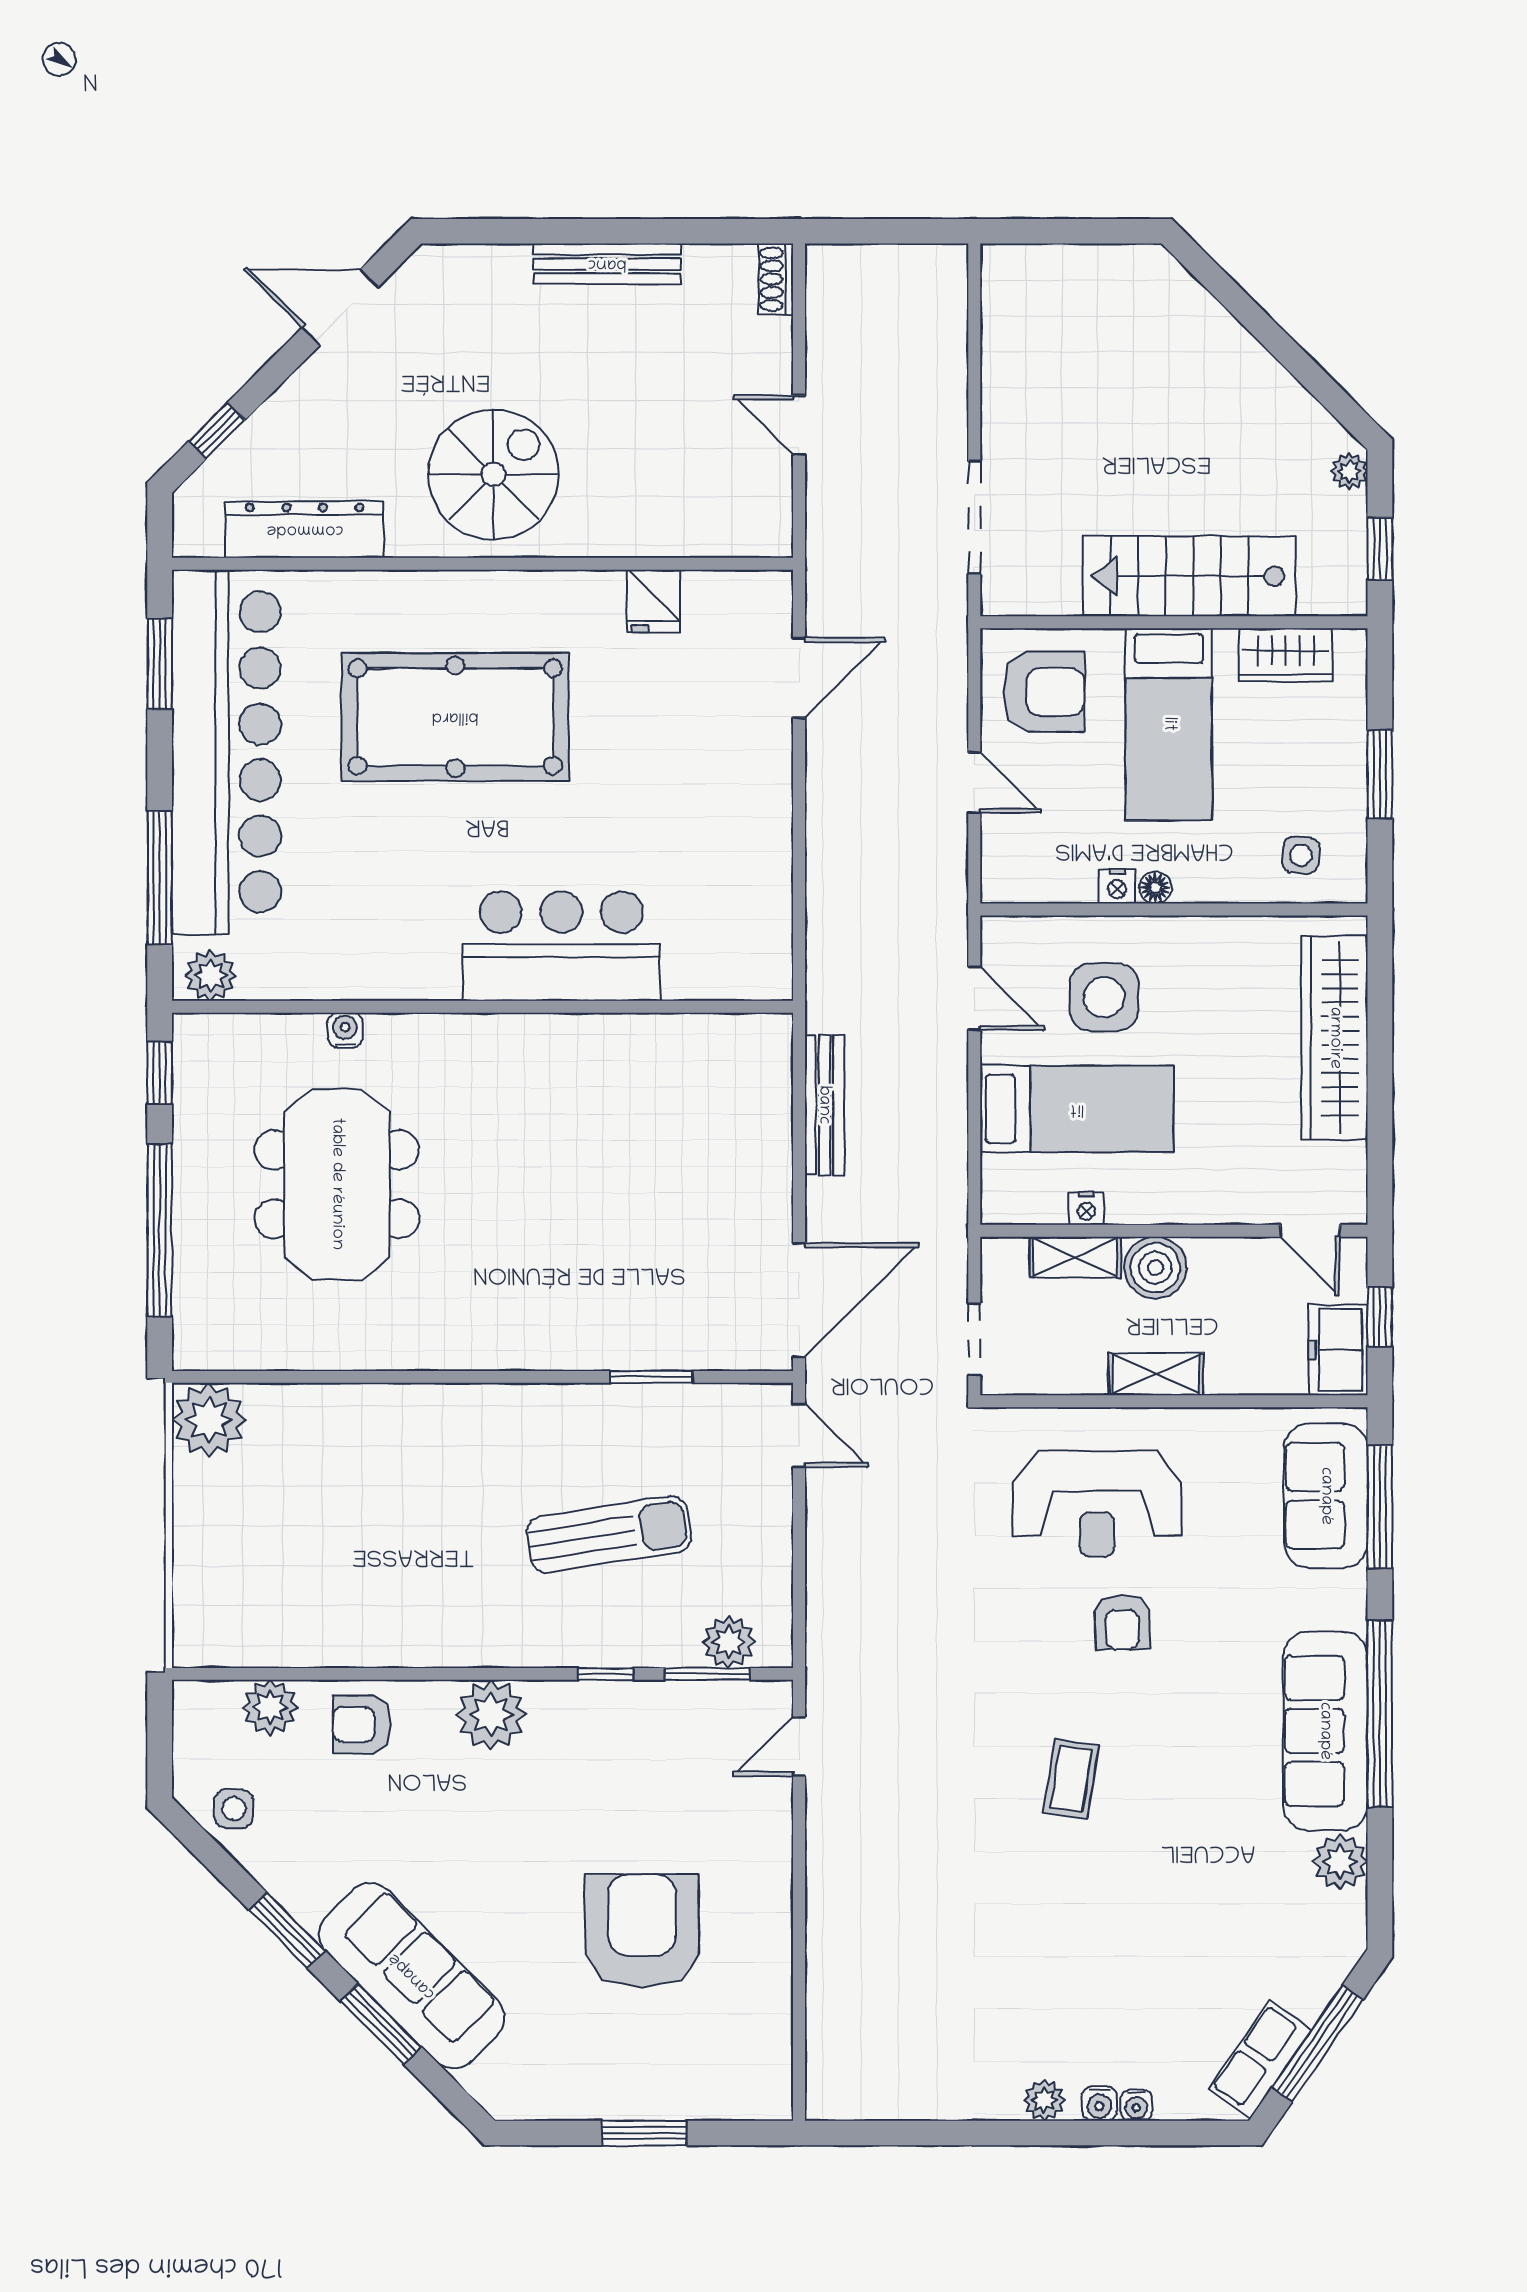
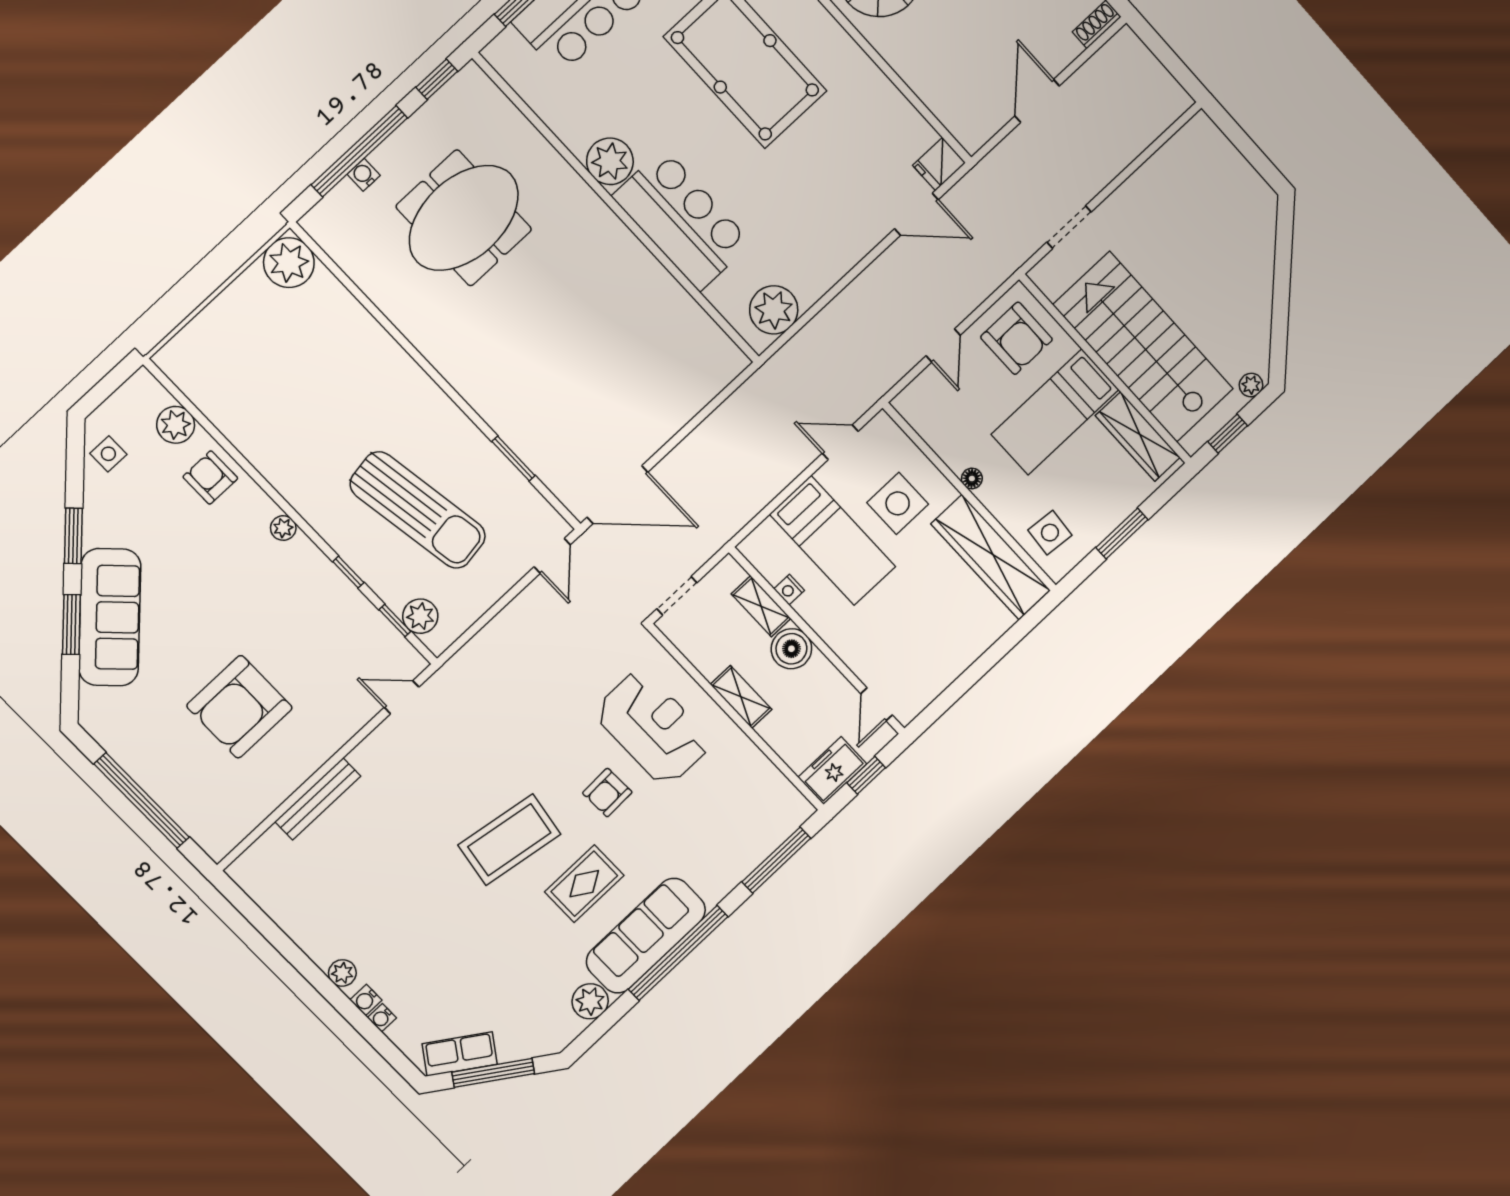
door: (799, 425) -> (1037, 101), width x1.38
doorway: (974, 518) -> (1069, 227), width x0.73
stairs: (1189, 576) -> (1143, 347), width x1.36, depth x1.51
fridge: (654, 601) -> (939, 164), moved
wardrobe: (1286, 655) -> (1138, 436), width x1.50
side table: (1301, 855) -> (1050, 533), width x1.37, depth x1.37
nightstand: (1117, 886) -> (956, 460), removed
plant: (757, 936) -> (774, 310), added
plant: (211, 975) -> (610, 161), moved, width x1.36, depth x1.36
door: (974, 998) -> (840, 442), swing flipped
water cooler: (345, 1030) -> (364, 175), moved, turned -90
wardrobe: (1335, 1038) -> (991, 557), moved, turned -90
bench: (824, 1105) -> (318, 799), moved
sofa: (1326, 1496) -> (758, 830), removed
reception desk: (1097, 1504) -> (653, 728), turned 180
sun lounger: (609, 1534) -> (418, 510), width x1.36, depth x1.34
window: (707, 1674) -> (395, 621), width x0.67
plant: (491, 1715) -> (283, 528), width x0.53, depth x0.53
rug: (1200, 1743) -> (584, 884), added
coffee table: (1071, 1779) -> (509, 840), width x1.86, depth x1.72
armchair: (642, 1931) -> (239, 707), turned 180
window: (644, 2133) -> (142, 801), width x2.11

